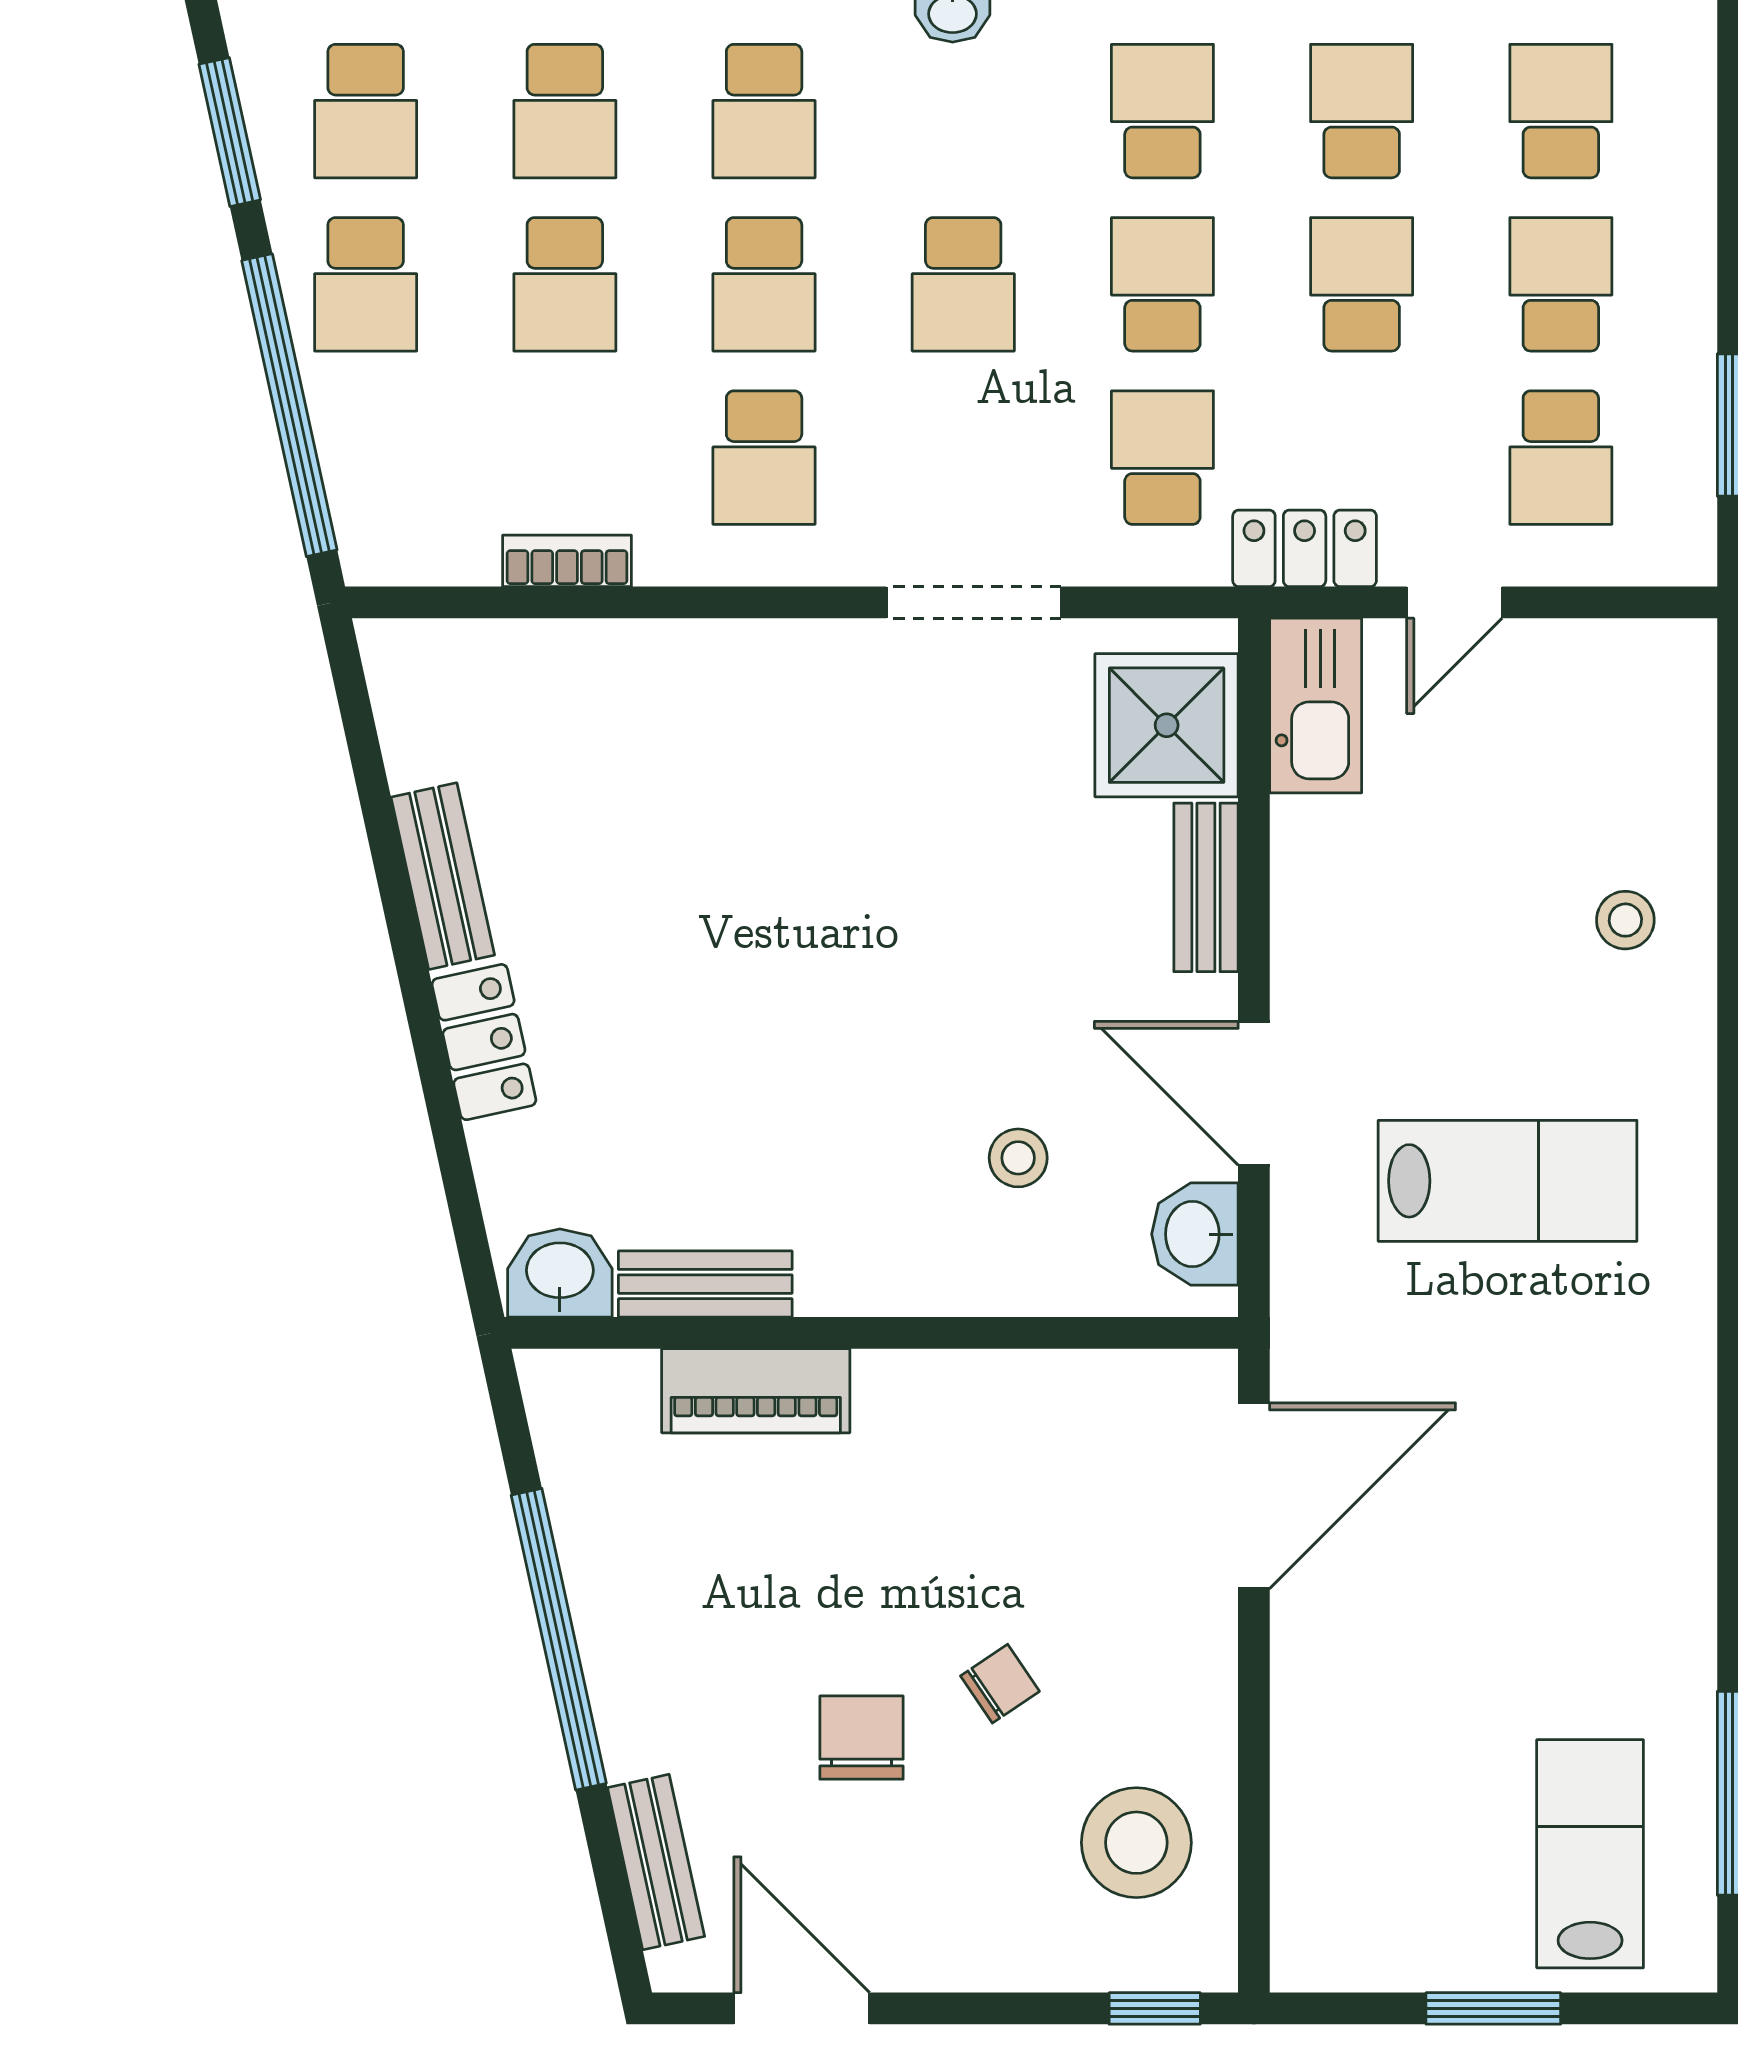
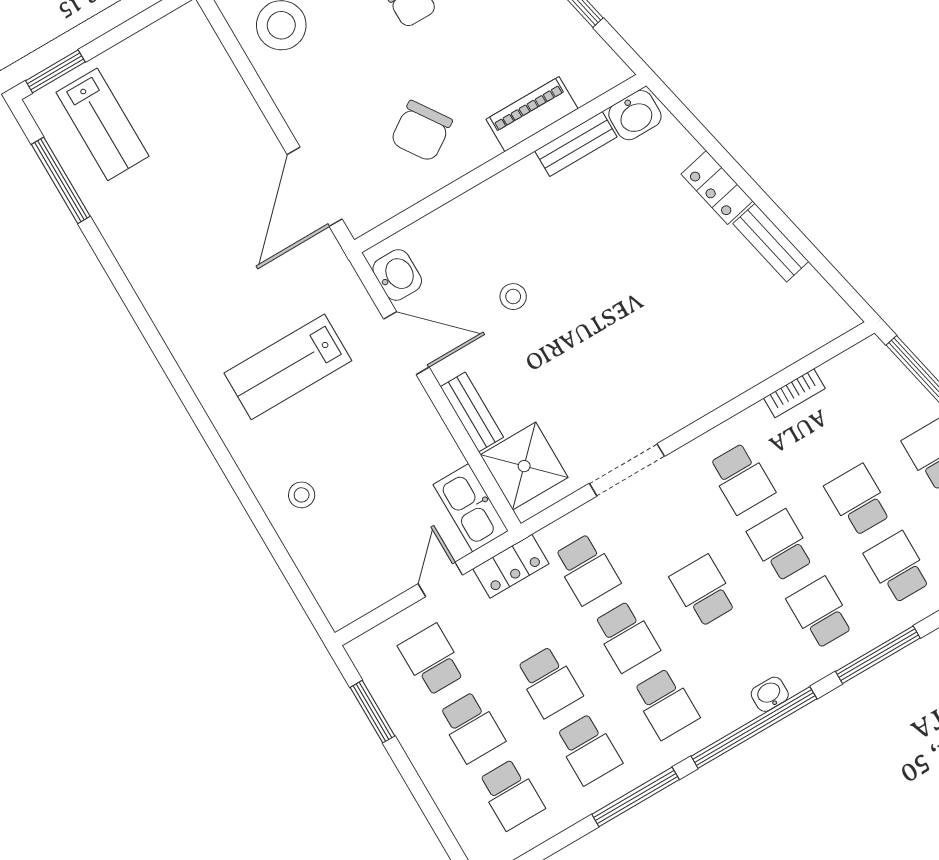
school desk: (764, 458) -> (741, 478), turned 180
stool: (1018, 1158) -> (513, 297), moved
chair: (1000, 1684) -> (421, 131), moved, width x1.87, depth x1.87
window: (1493, 2008) -> (55, 71), moved

